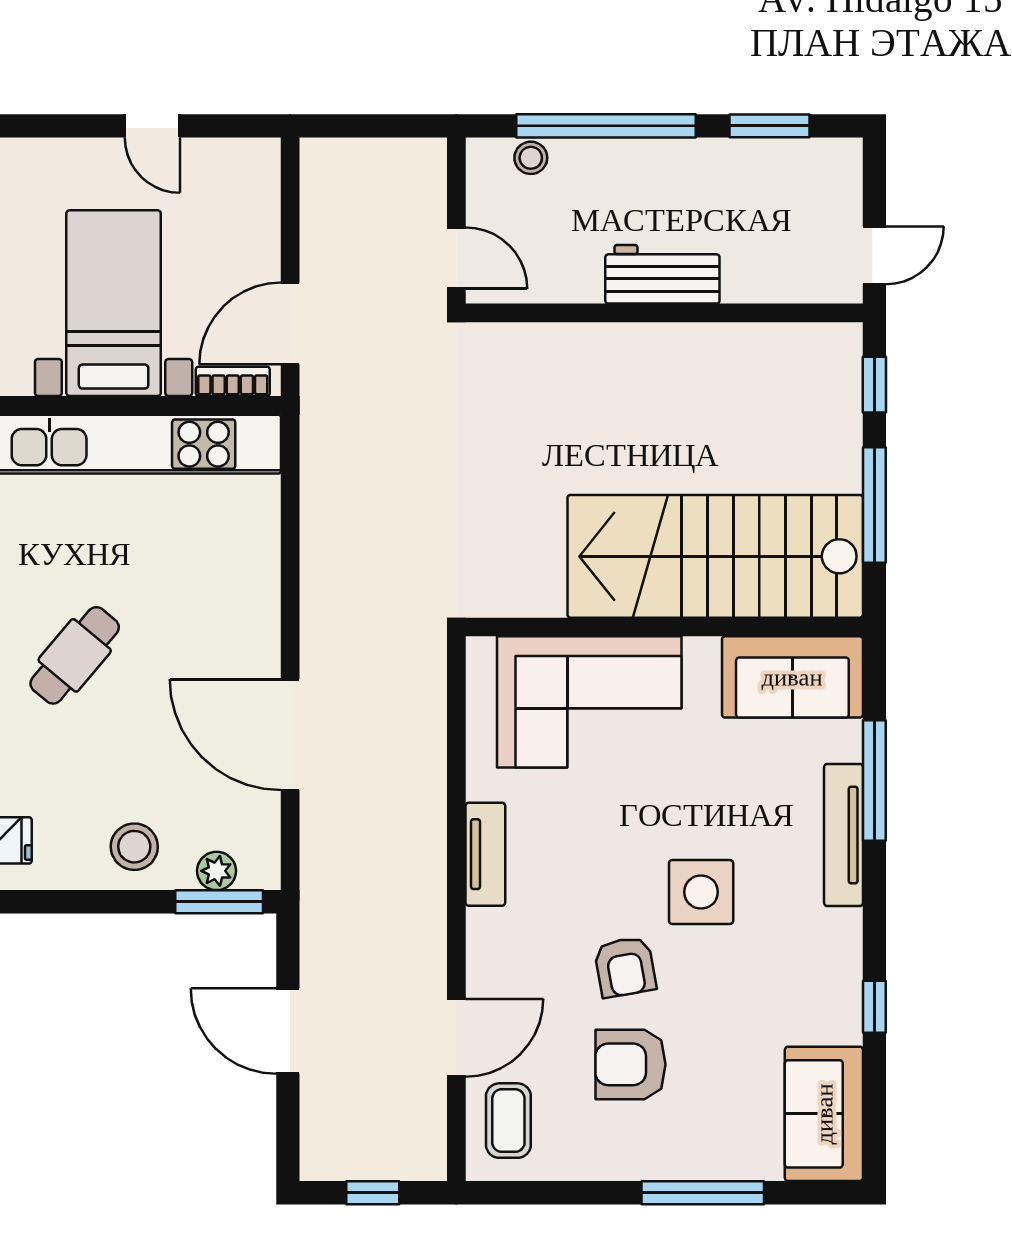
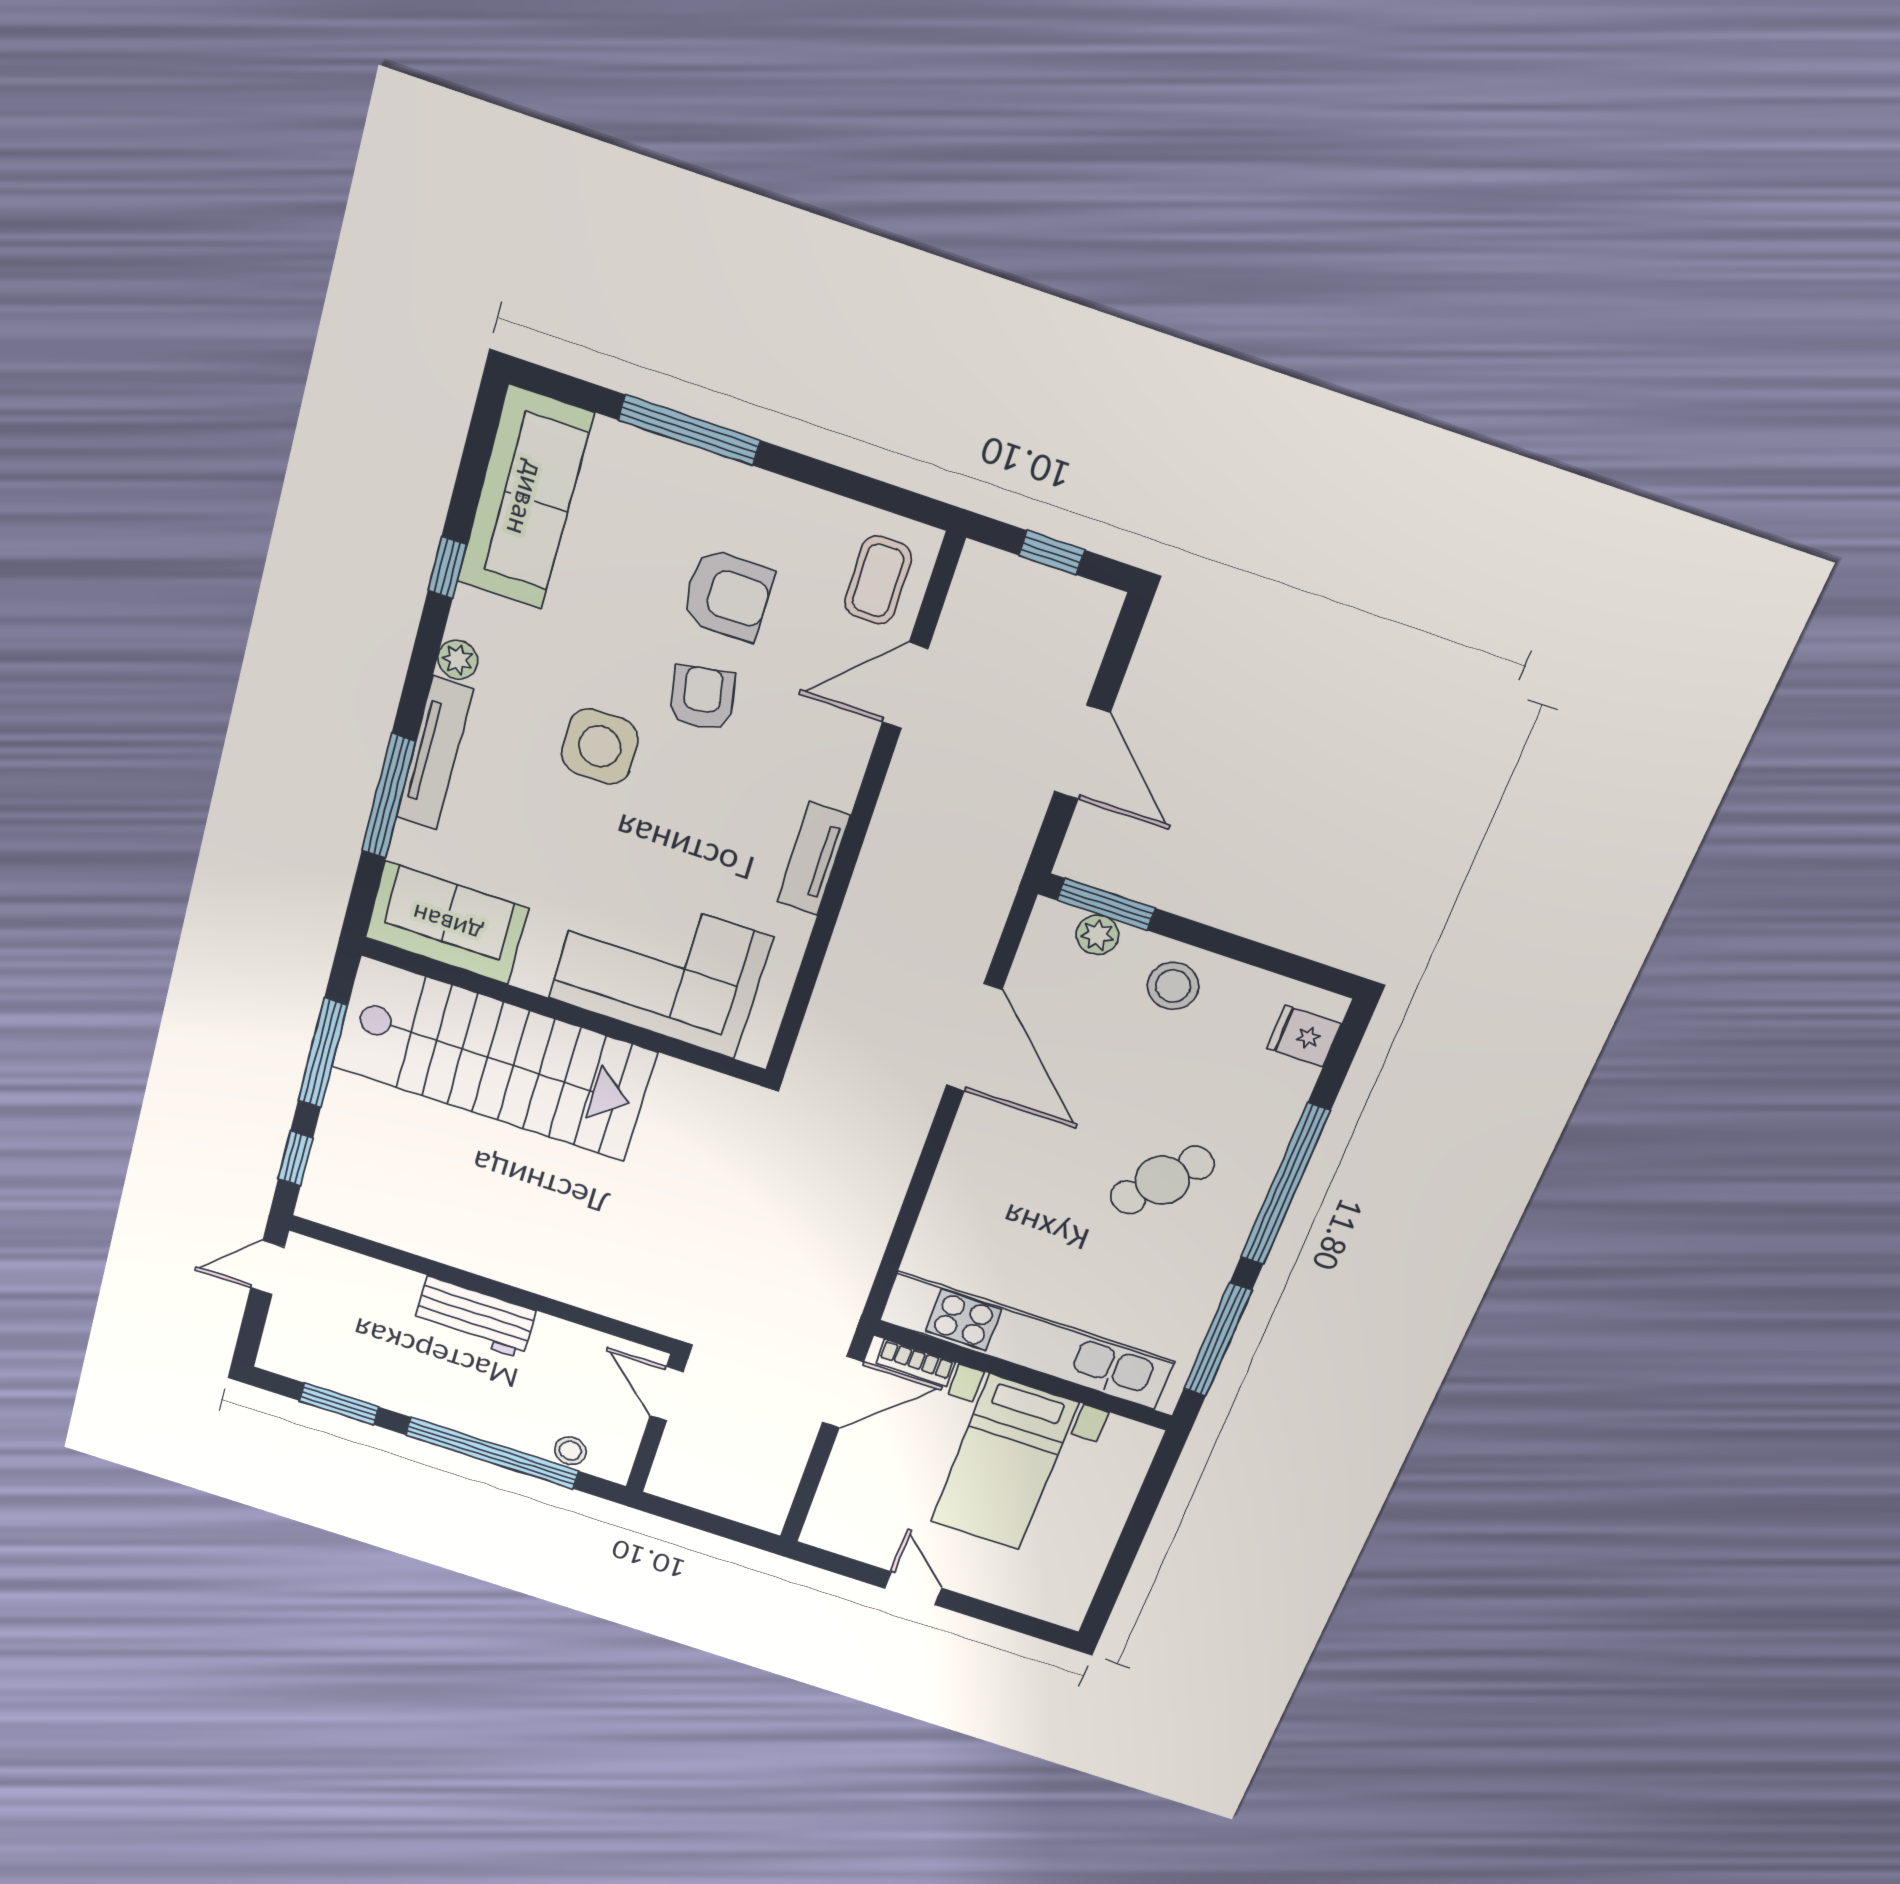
plant: (845, 928) -> (458, 660), added
sofa: (824, 1114) -> (525, 498), width x1.36

